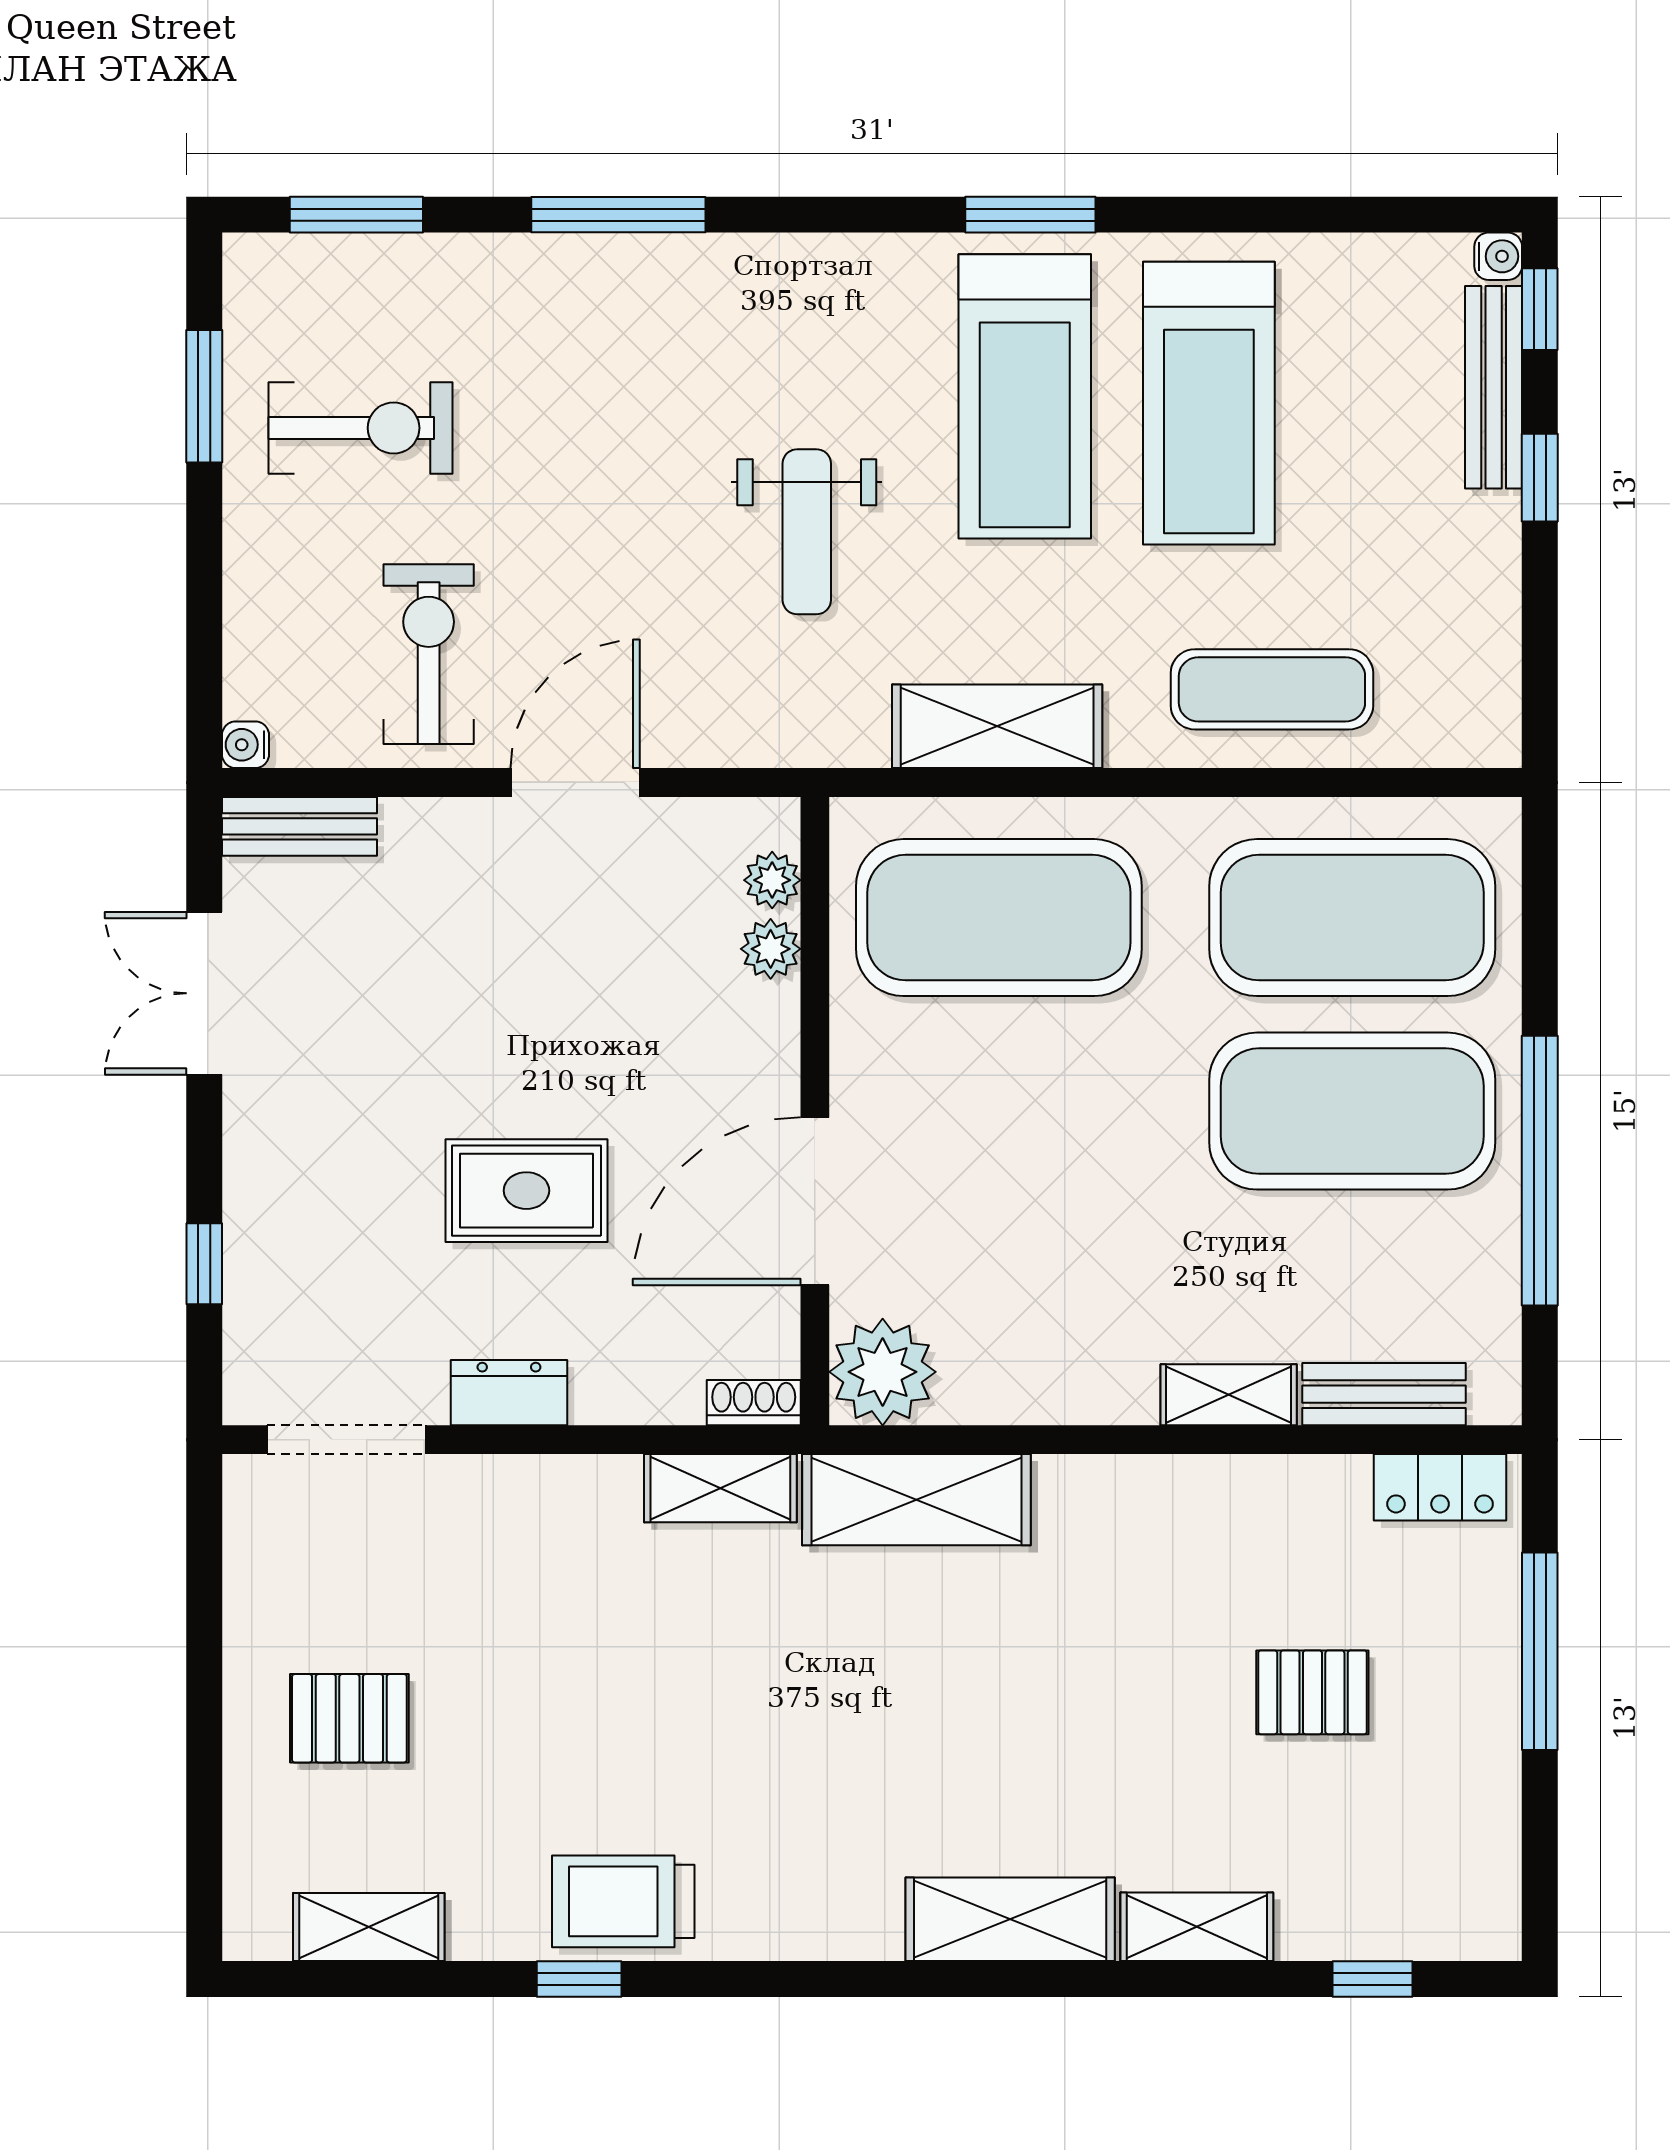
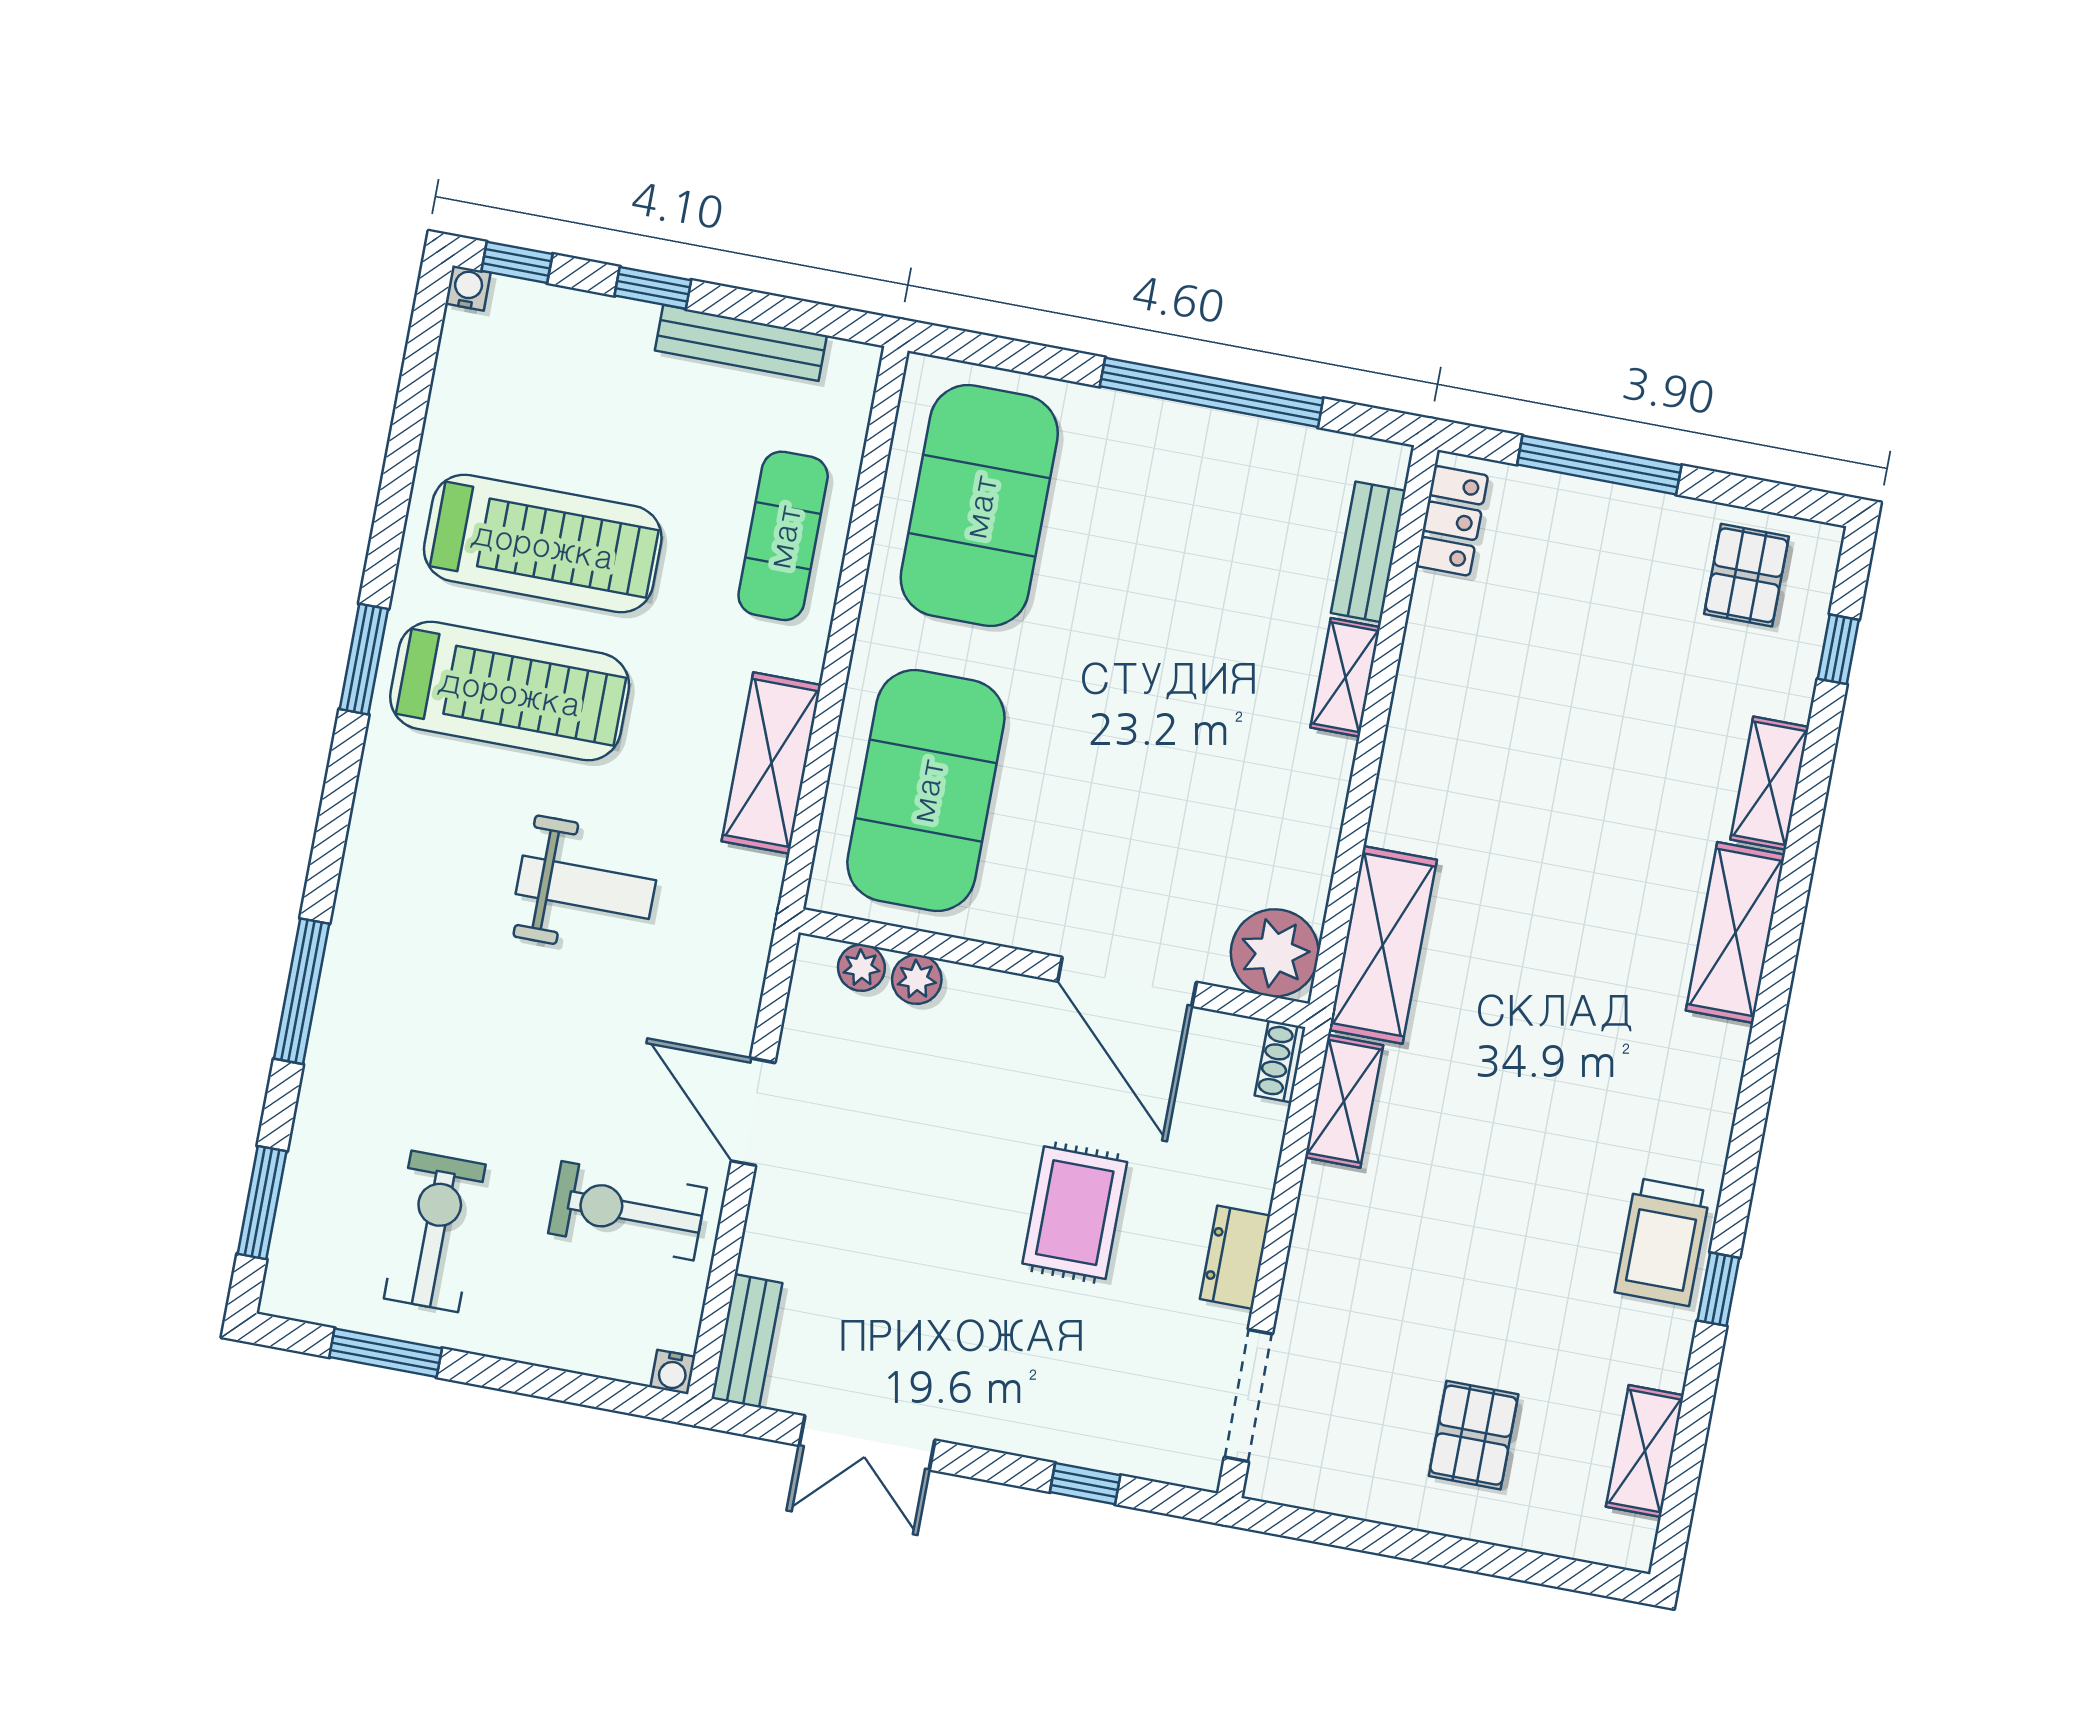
bench: (1494, 387) -> (741, 343), moved
exercise mat: (1352, 1111) -> (1135, 535), removed
pallet: (1312, 1692) -> (1747, 575), moved

